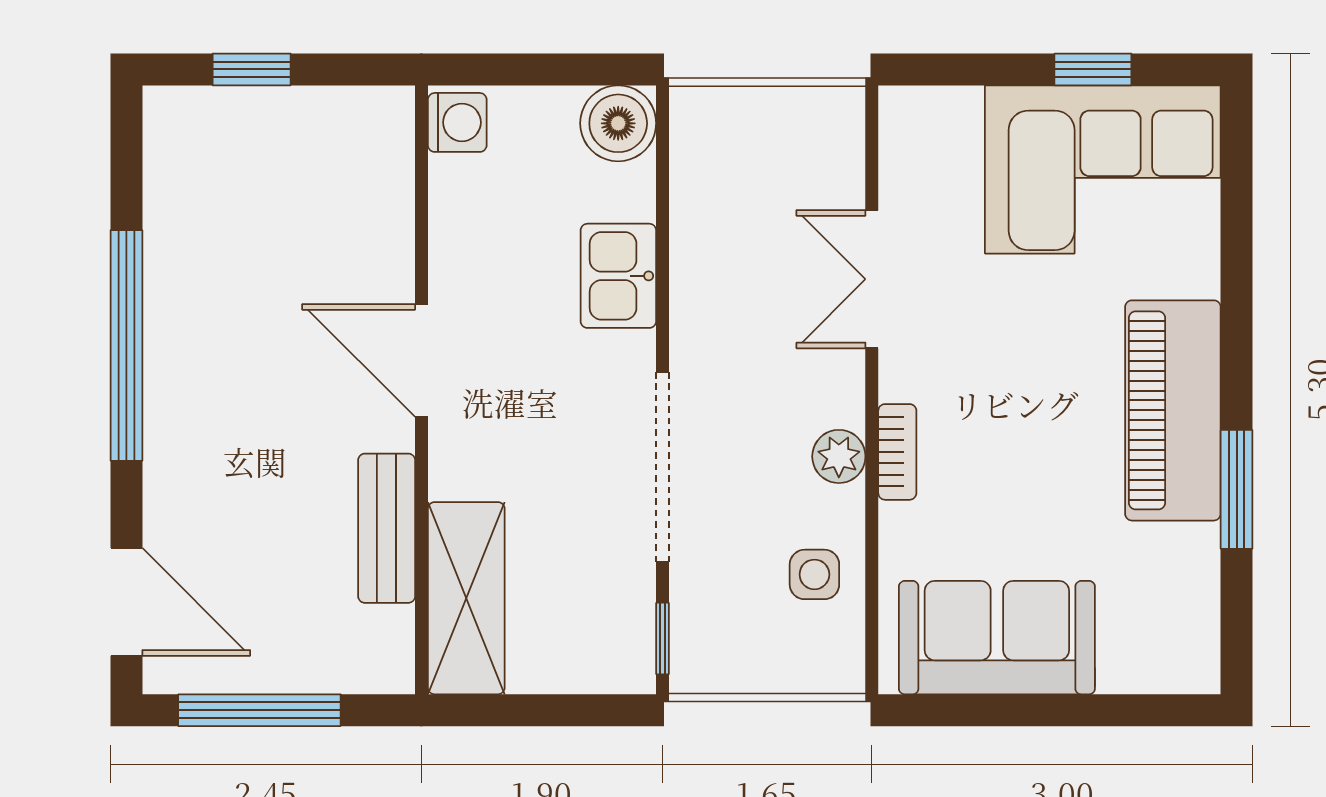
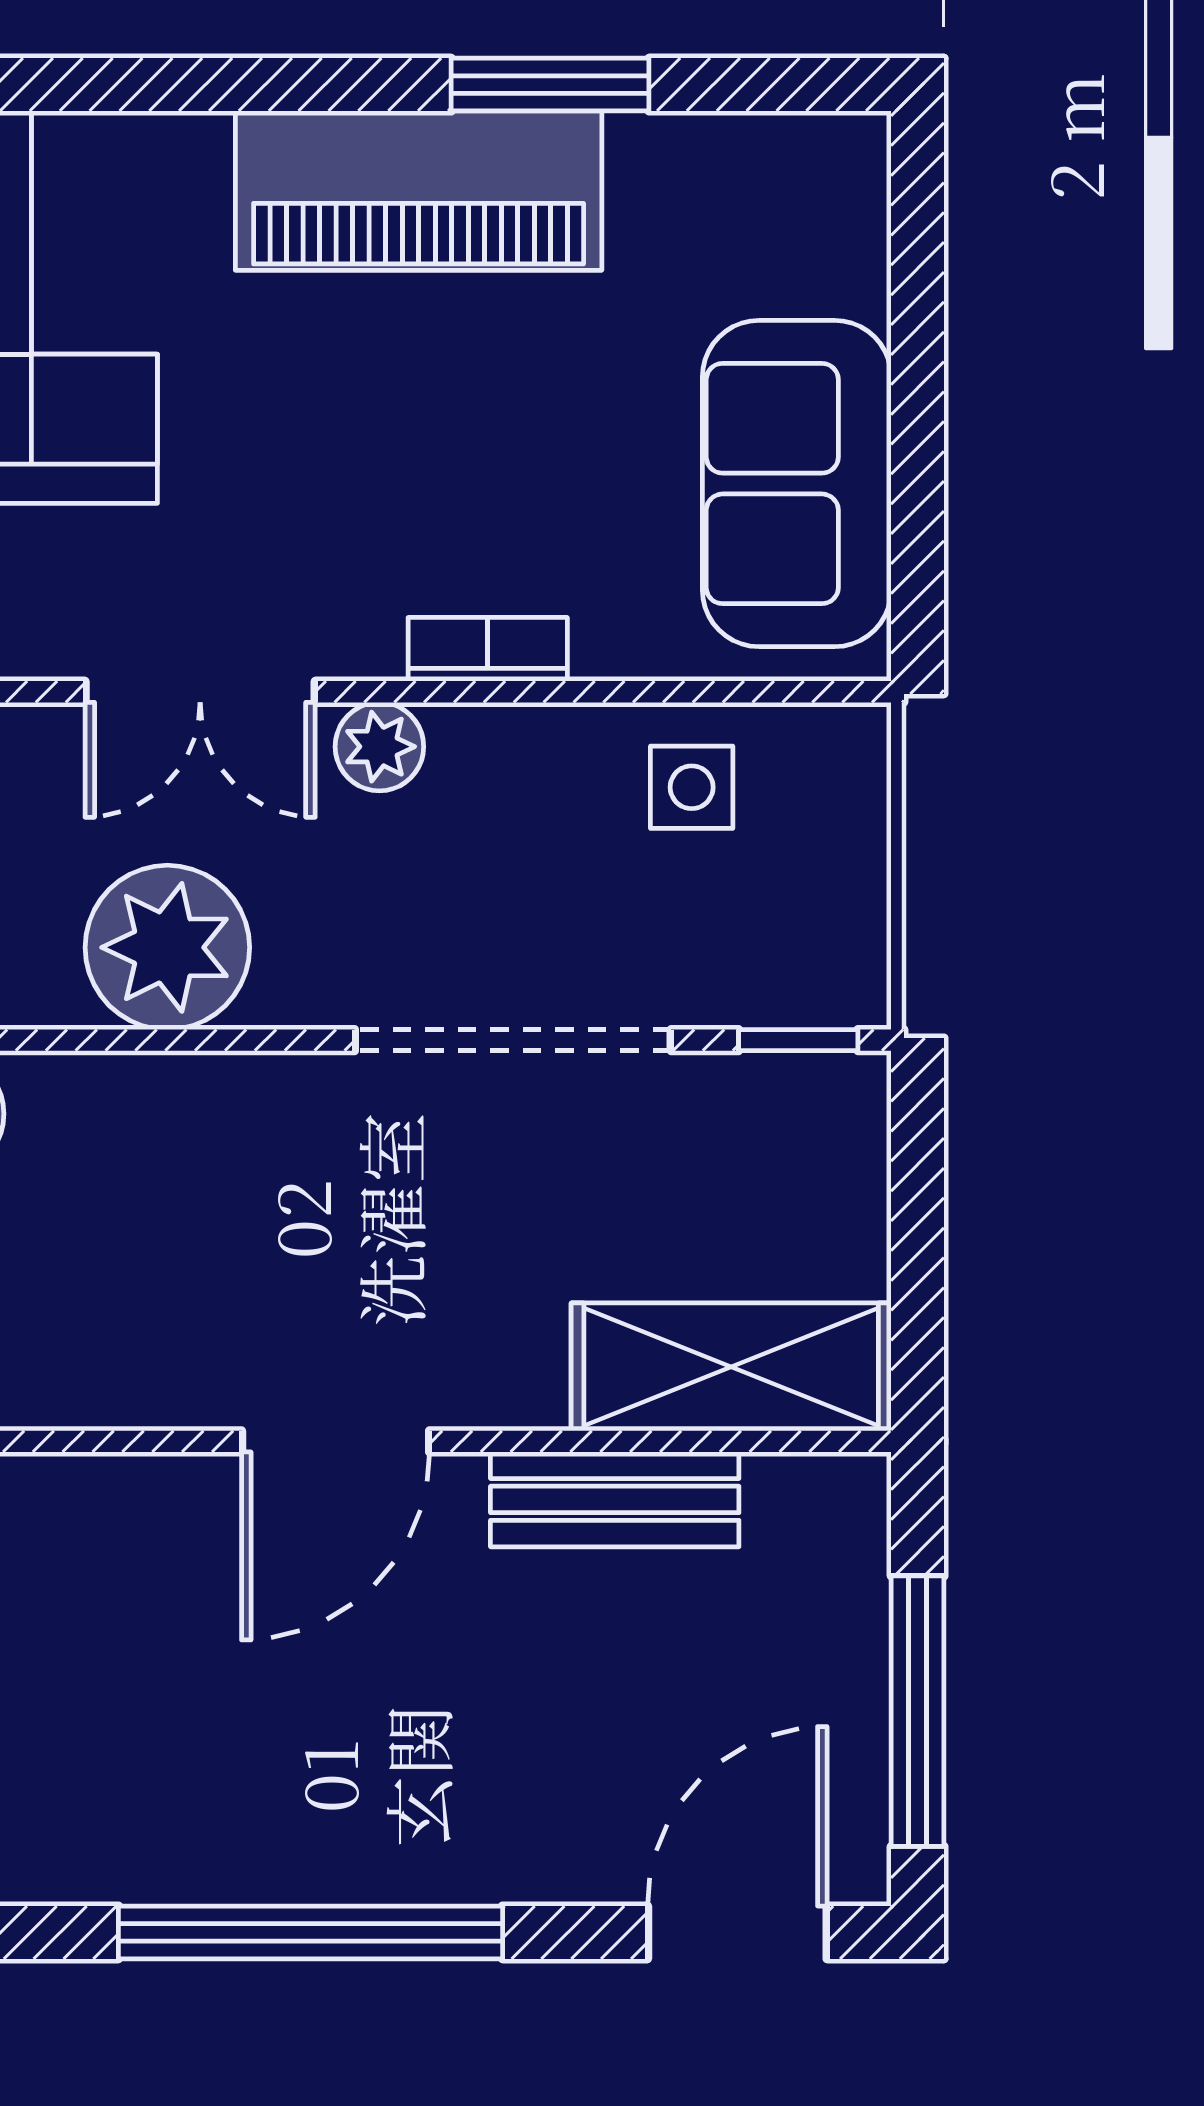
plant: (718, 259) -> (167, 947), added
kitchen sink: (618, 276) -> (195, 1114), removed
plant: (839, 456) -> (379, 747), moved

